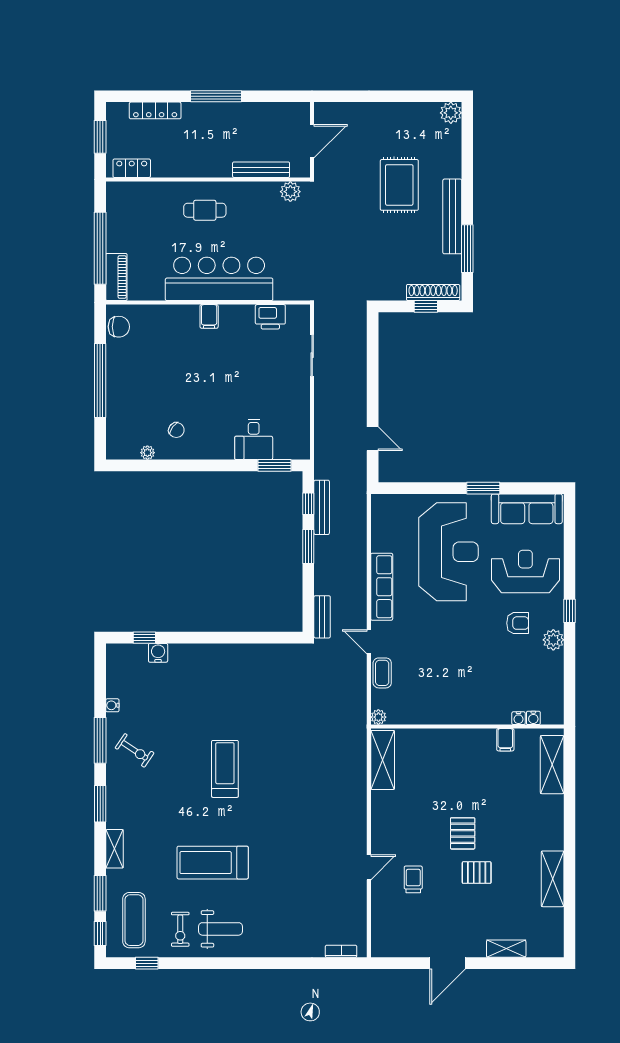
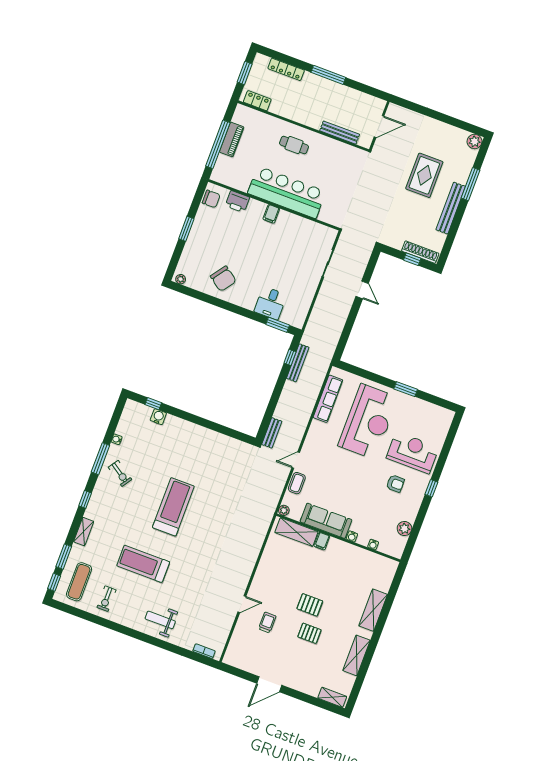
plant: (290, 192) -> (353, 154), removed
window: (467, 249) -> (471, 184), moved
piano: (116, 277) -> (232, 139), moved
printer: (270, 317) -> (238, 202), moved
window: (100, 380) -> (186, 229), width x0.47
chair: (176, 430) -> (223, 279), width x1.87, depth x1.87
door: (373, 439) -> (362, 290), moved
plant: (147, 453) -> (181, 279), moved
sofa: (527, 509) -> (326, 521), moved, turned 180
window: (308, 546) -> (280, 385), removed
row of seats: (382, 587) -> (328, 399), moved
plant: (553, 640) -> (404, 529), moved
door: (369, 642) -> (296, 460), hinge flipped
water cooler: (533, 718) -> (352, 536), moved
filing cabinet: (505, 740) -> (322, 541), moved
shelving: (383, 760) -> (296, 532), moved, turned 90
shelving: (552, 765) -> (373, 610), moved
treadmill: (225, 769) -> (173, 507), width x1.37, depth x1.38
window: (100, 804) -> (85, 499), width x0.67
pallet: (463, 833) -> (310, 605), turned 90
weight bench: (221, 929) -> (160, 620), moved, turned 180
shelving: (506, 949) -> (332, 697), moved
window: (147, 963) -> (77, 612), removed

